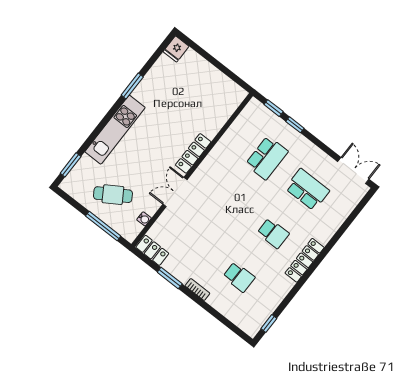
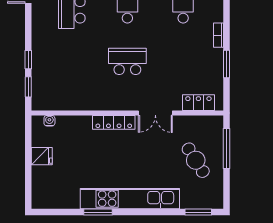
fridge: (176, 49) -> (42, 156), moved
kitchen unit: (115, 130) -> (130, 199), width x1.36
school desk: (267, 158) -> (127, 61), moved
water cooler: (144, 219) -> (49, 121), moved
locker: (152, 250) -> (198, 103), moved, turned 90

